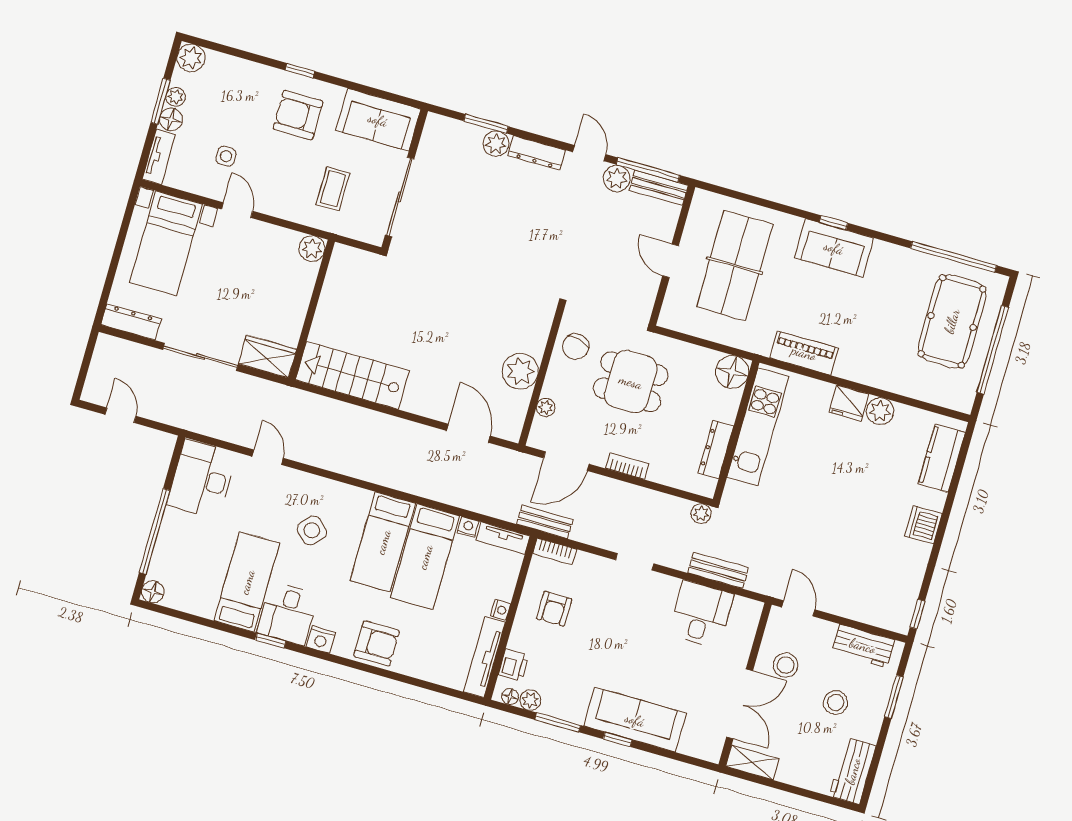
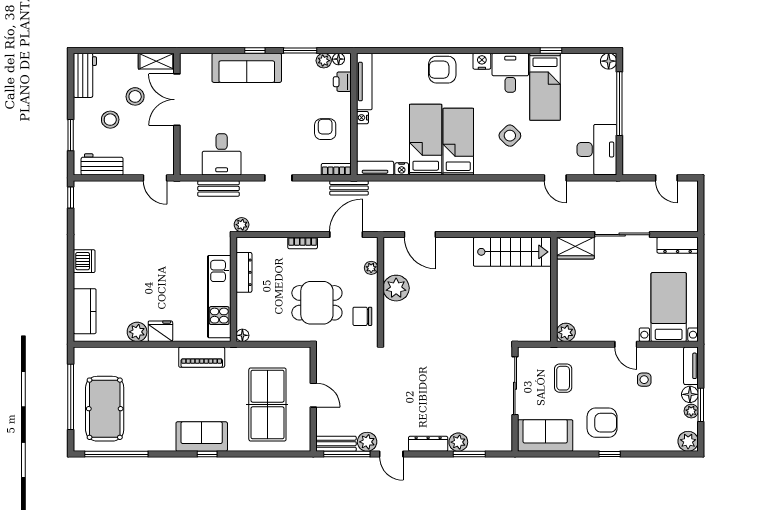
chair: (576, 347) -> (362, 316), turned -104
floor lamp: (732, 372) -> (242, 335), width x0.53, depth x0.53
window: (271, 641) -> (551, 50), moved
stool: (786, 665) -> (135, 96), moved

